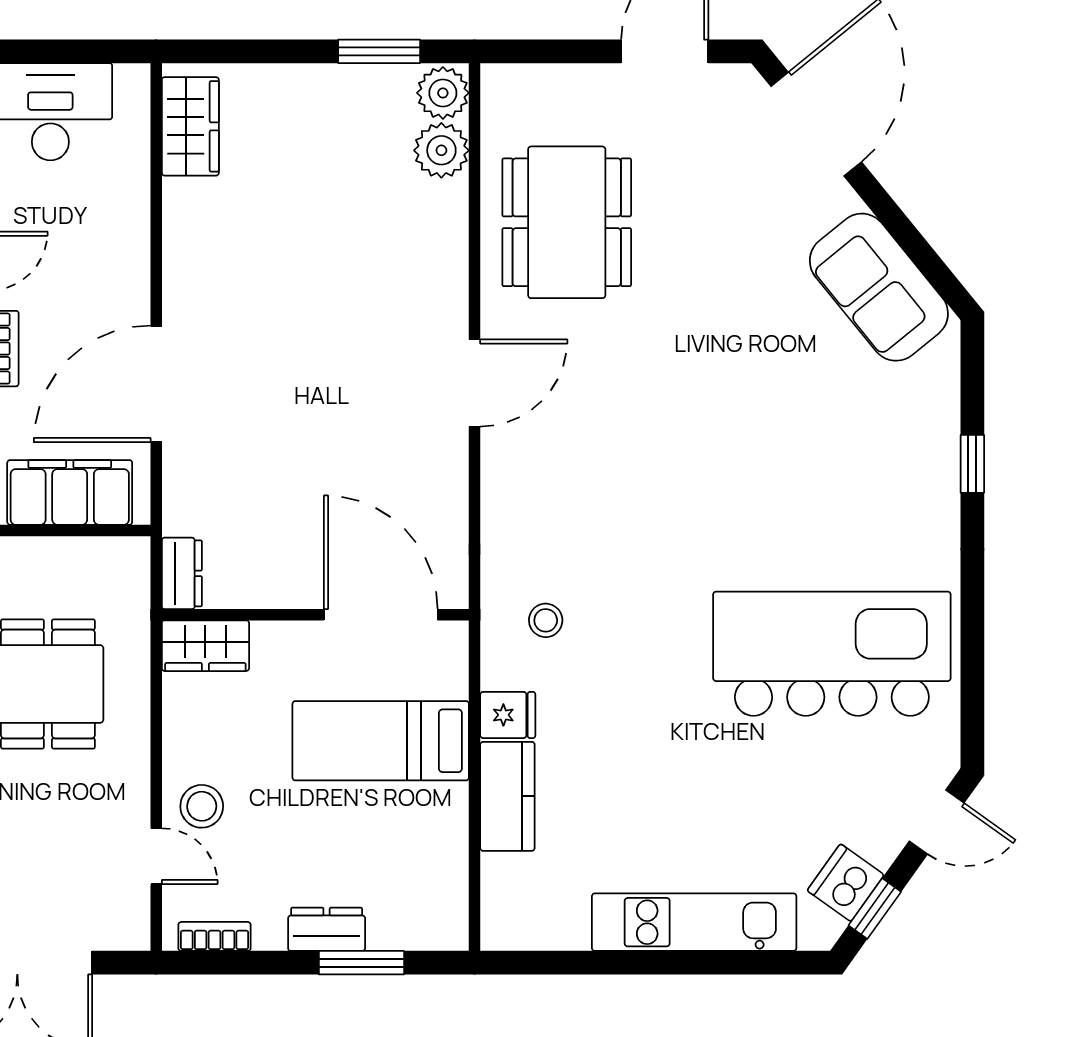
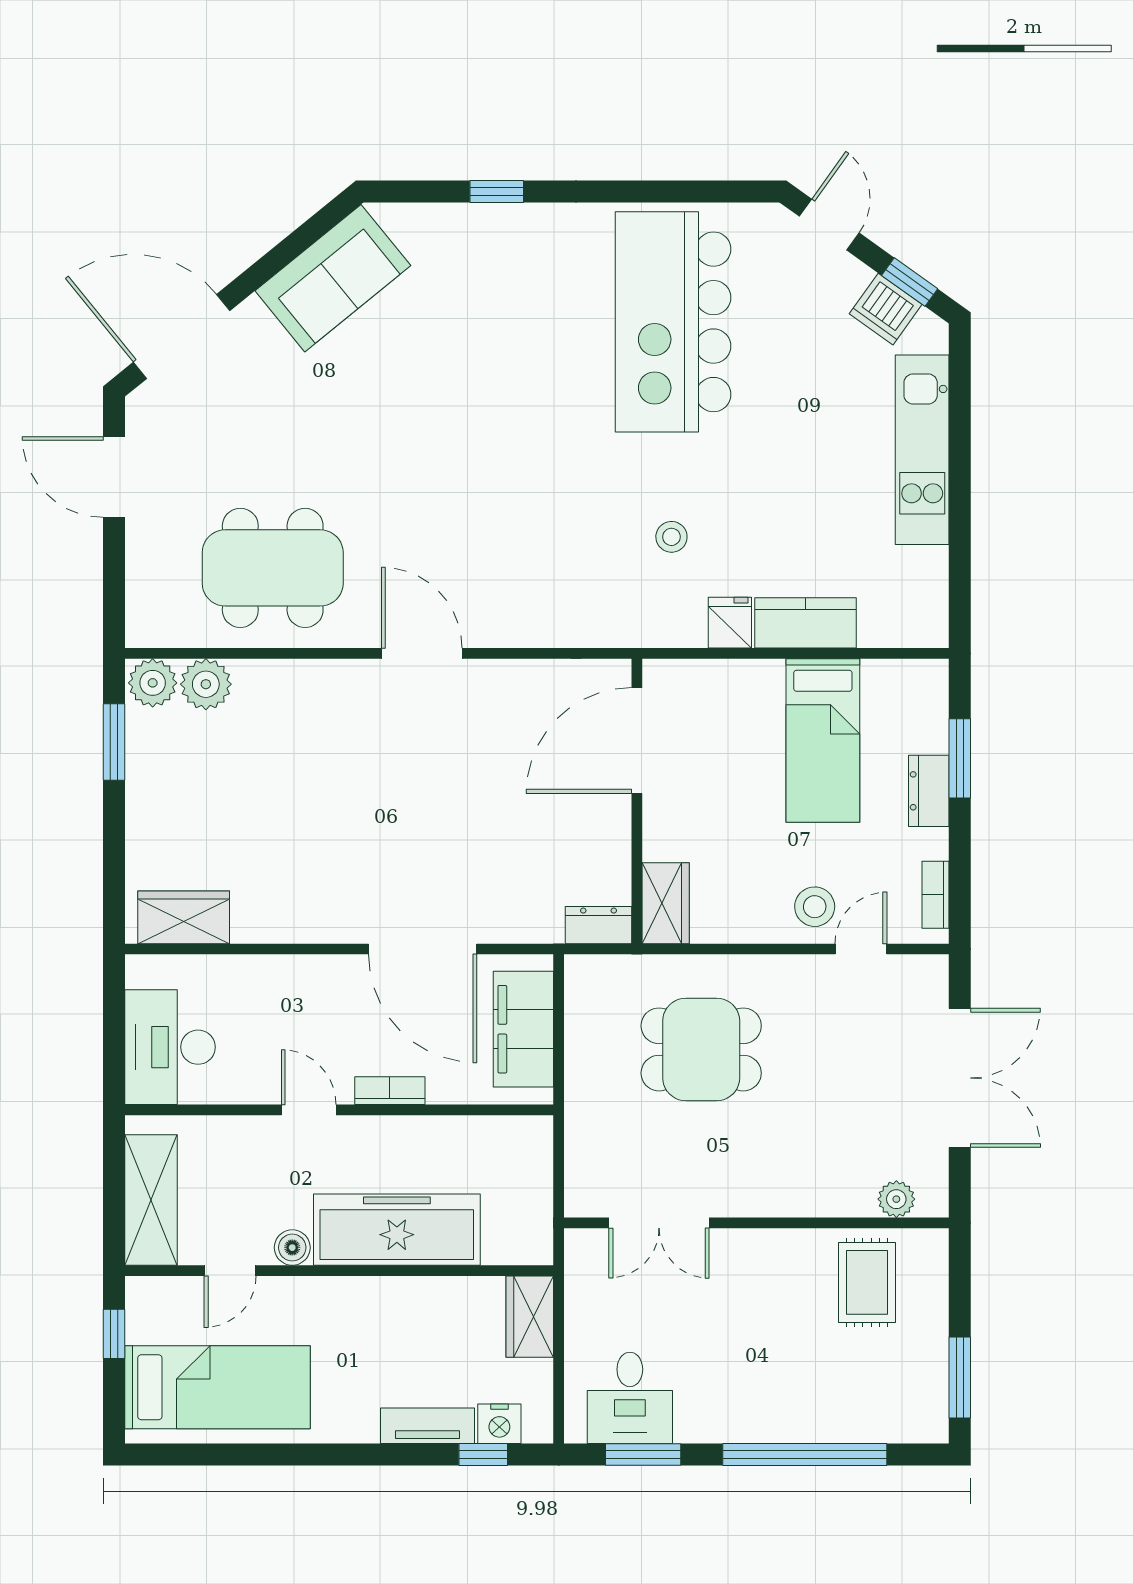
stool: (546, 620) -> (671, 537), moved
bed: (381, 741) -> (823, 741), moved

